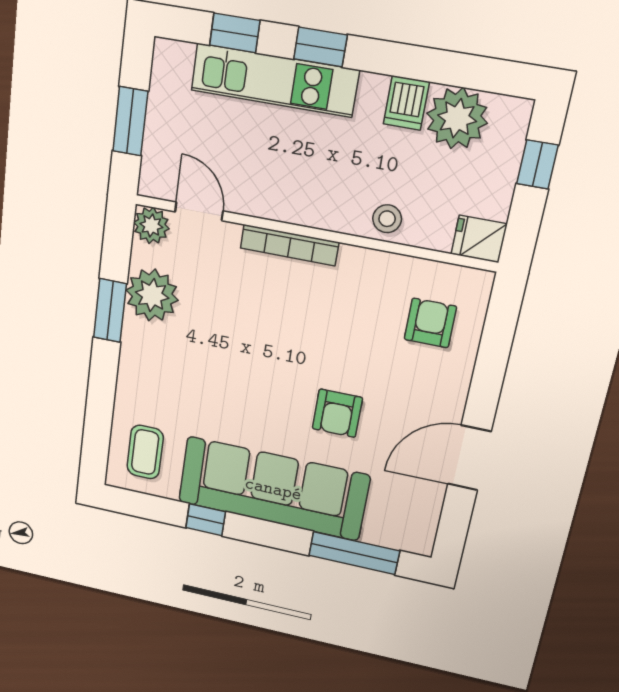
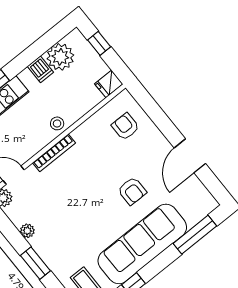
stool: (387, 219) -> (57, 123), moved
plant: (152, 295) -> (27, 231), width x0.53, depth x0.53
window: (110, 311) -> (35, 263), moved

